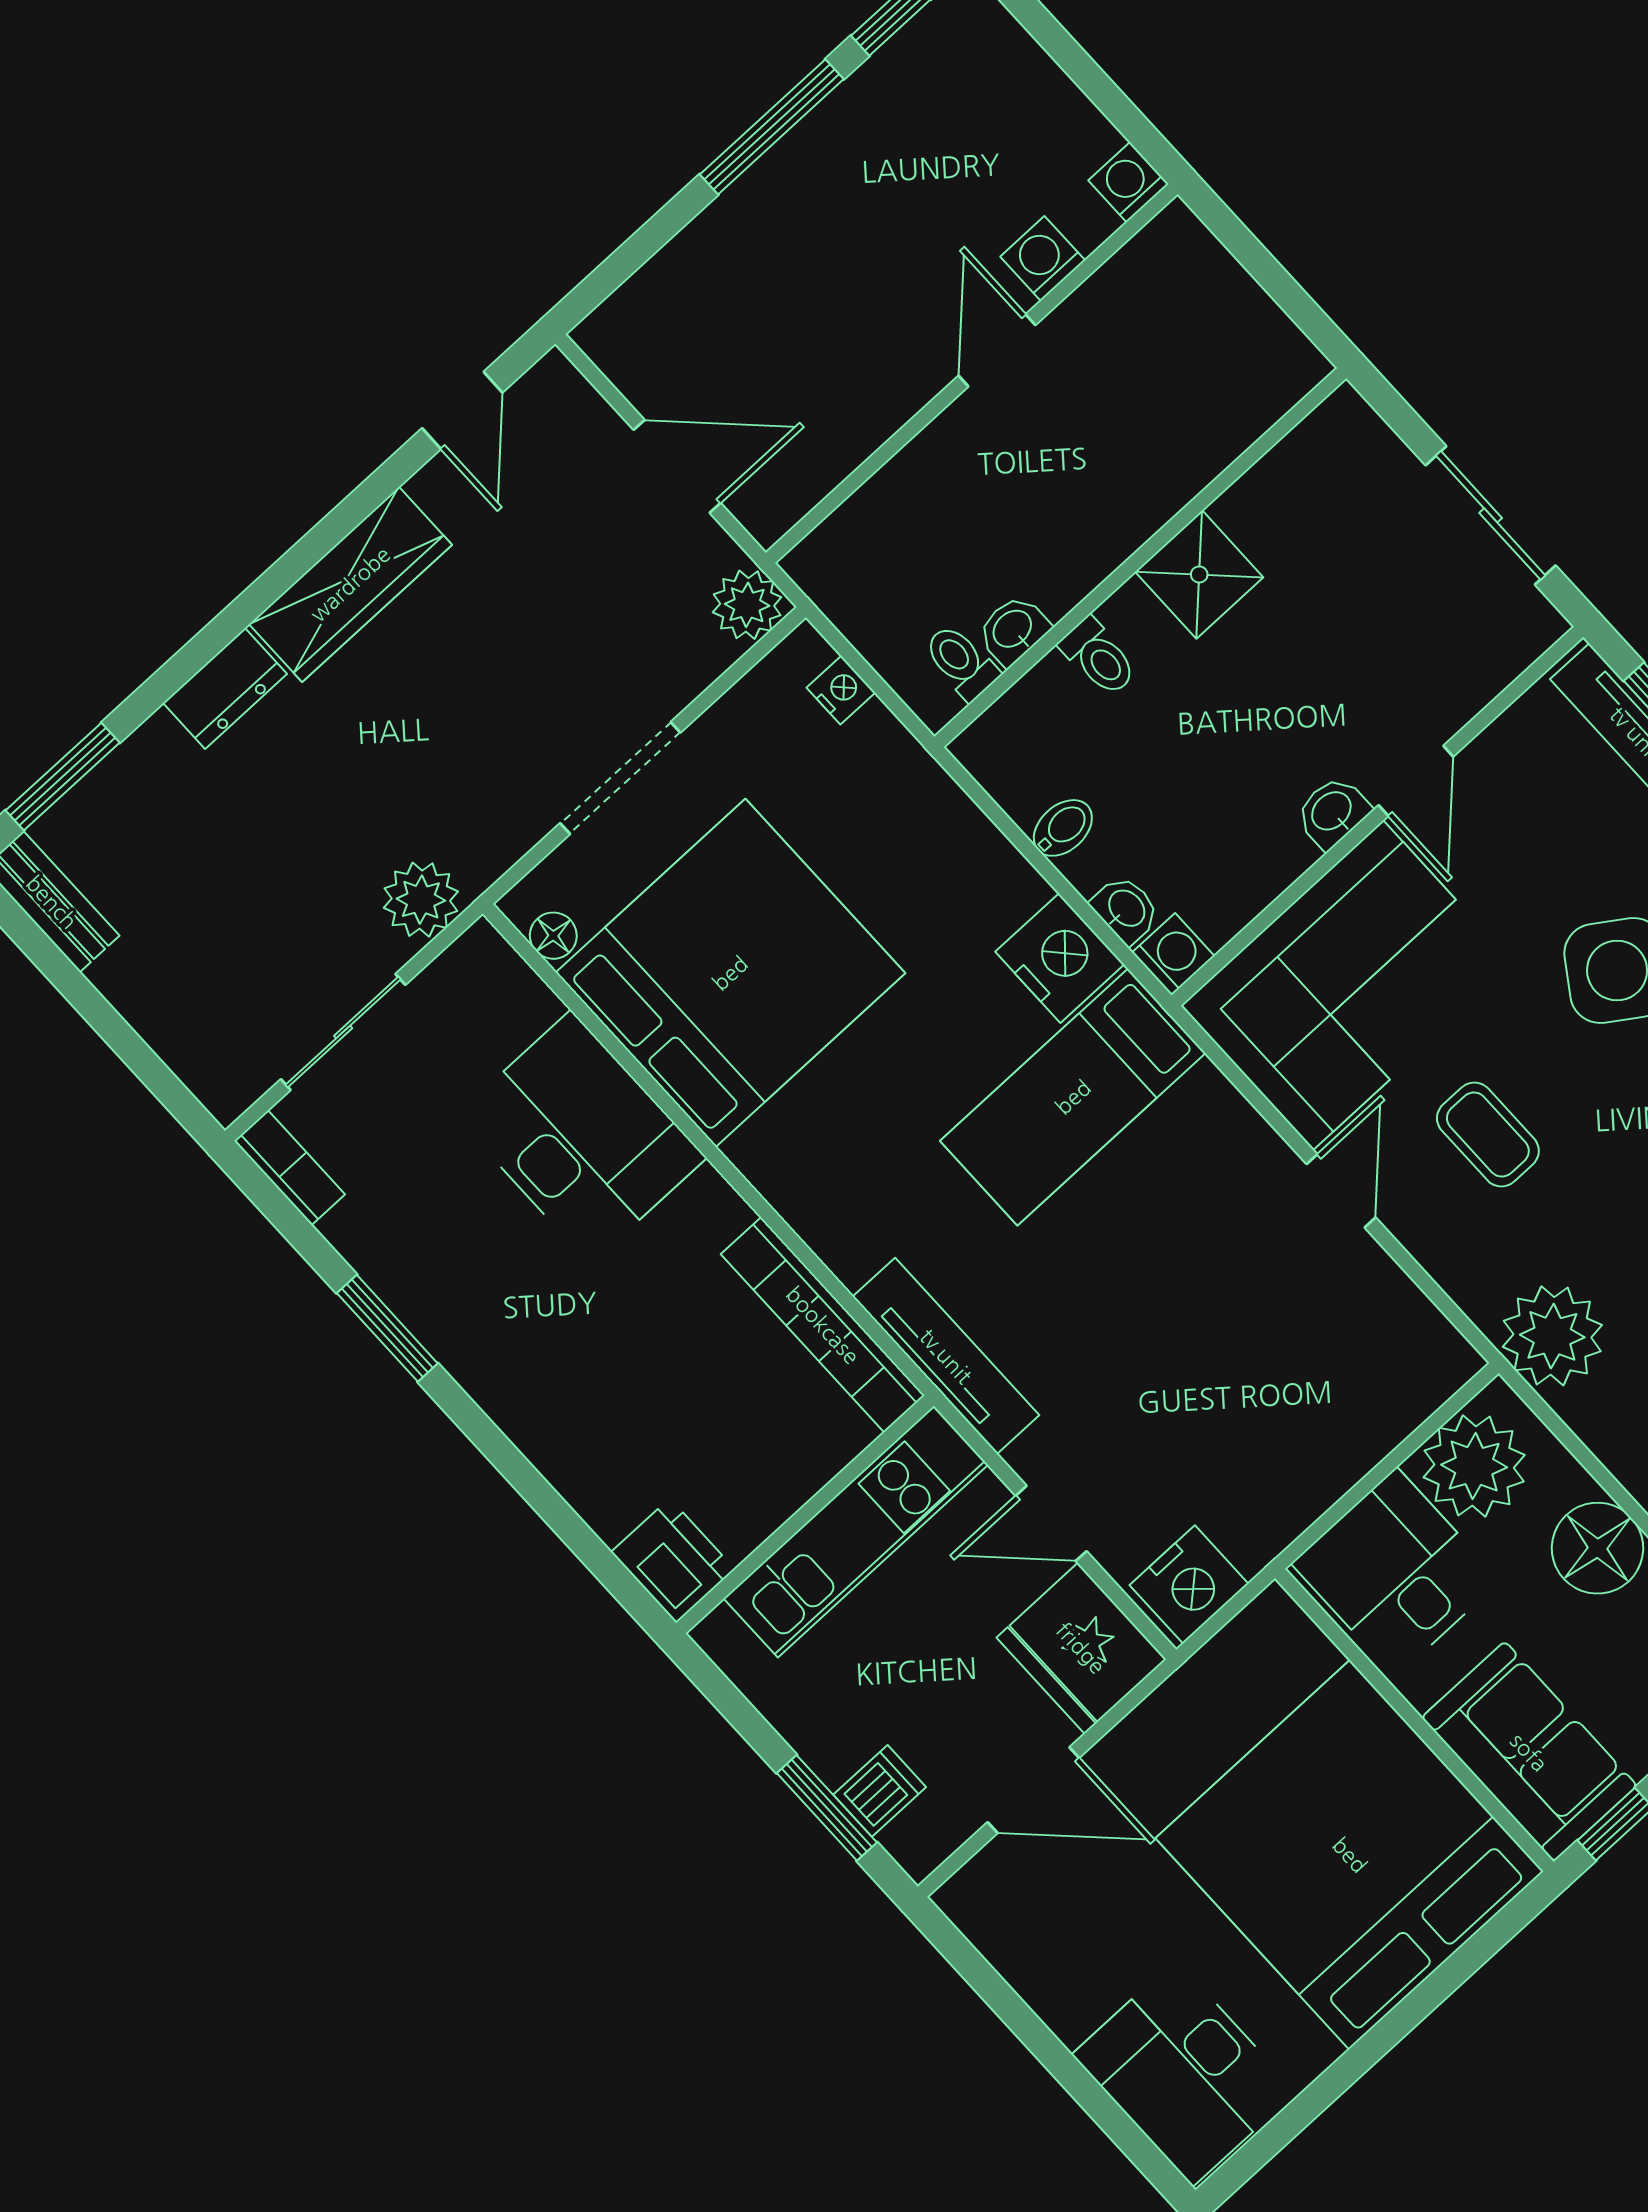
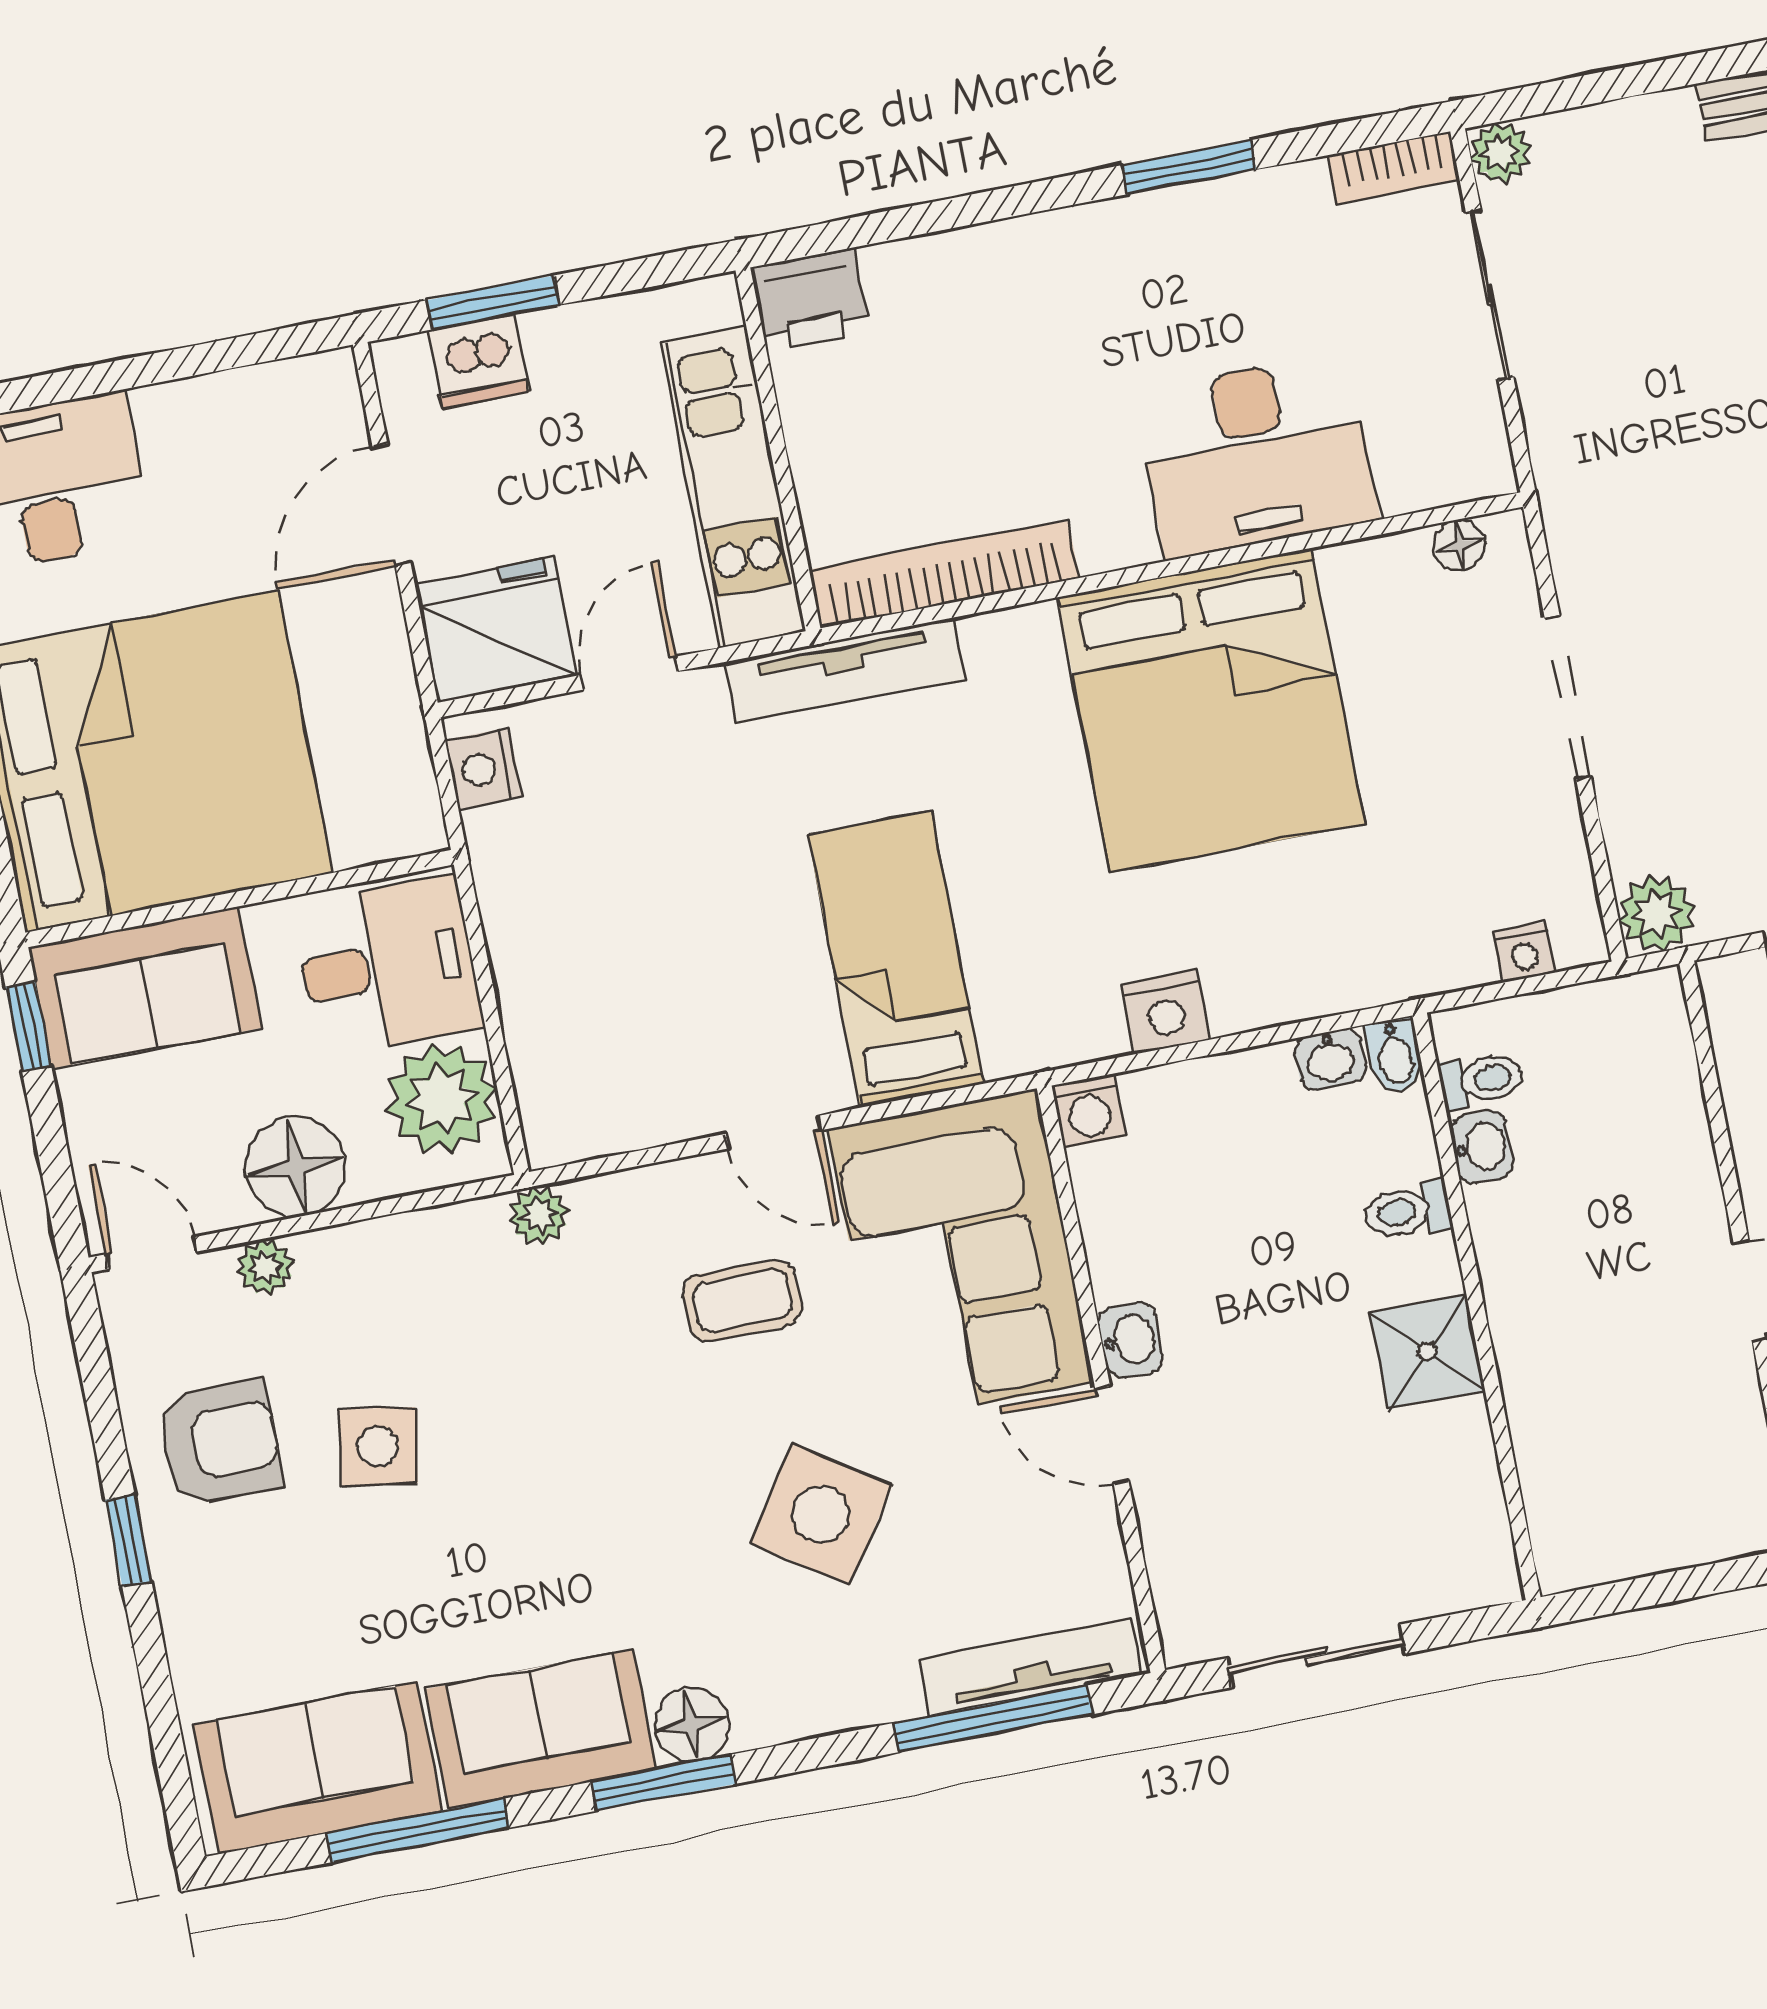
bidet: (1063, 828) -> (1395, 1056), moved
plant: (421, 900) -> (1500, 153), moved, width x0.73, depth x0.73
washbasin: (1126, 909) -> (1330, 1059), moved
nightstand: (1060, 958) -> (1166, 1012), width x0.74, depth x0.75
bed: (730, 973) -> (1211, 710), moved
bed: (1073, 1097) -> (896, 959), moved
plant: (1552, 1336) -> (539, 1215), width x0.53, depth x0.53
nightstand: (1189, 1584) -> (484, 768), width x0.74, depth x0.75
dishwasher: (880, 1791) -> (478, 361), width x1.38

